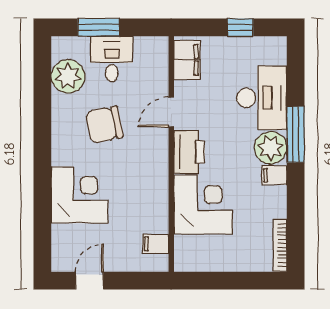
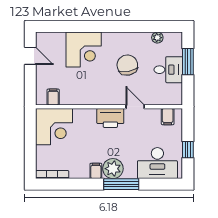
filing cabinet: (187, 60) -> (168, 117), width x0.50
plant: (68, 76) -> (157, 38), width x0.53, depth x0.53
desk: (262, 98) -> (157, 163), moved
corner desk: (203, 205) -> (54, 127), moved

